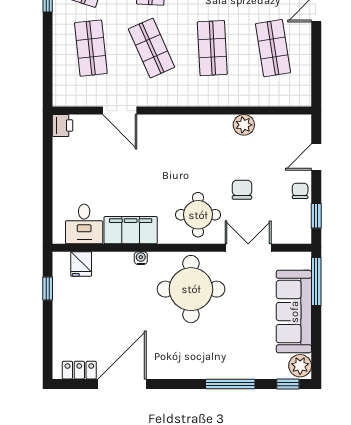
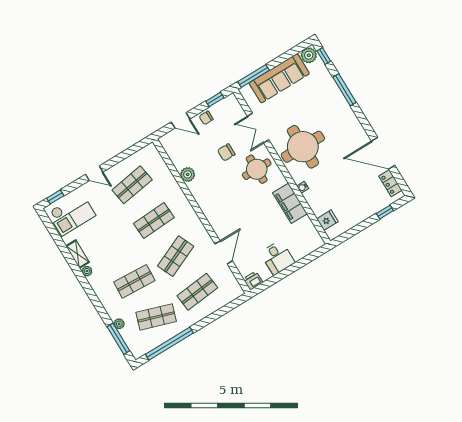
desk: (84, 224) -> (277, 258), moved, turned 90
window: (48, 289) -> (385, 212), moved

